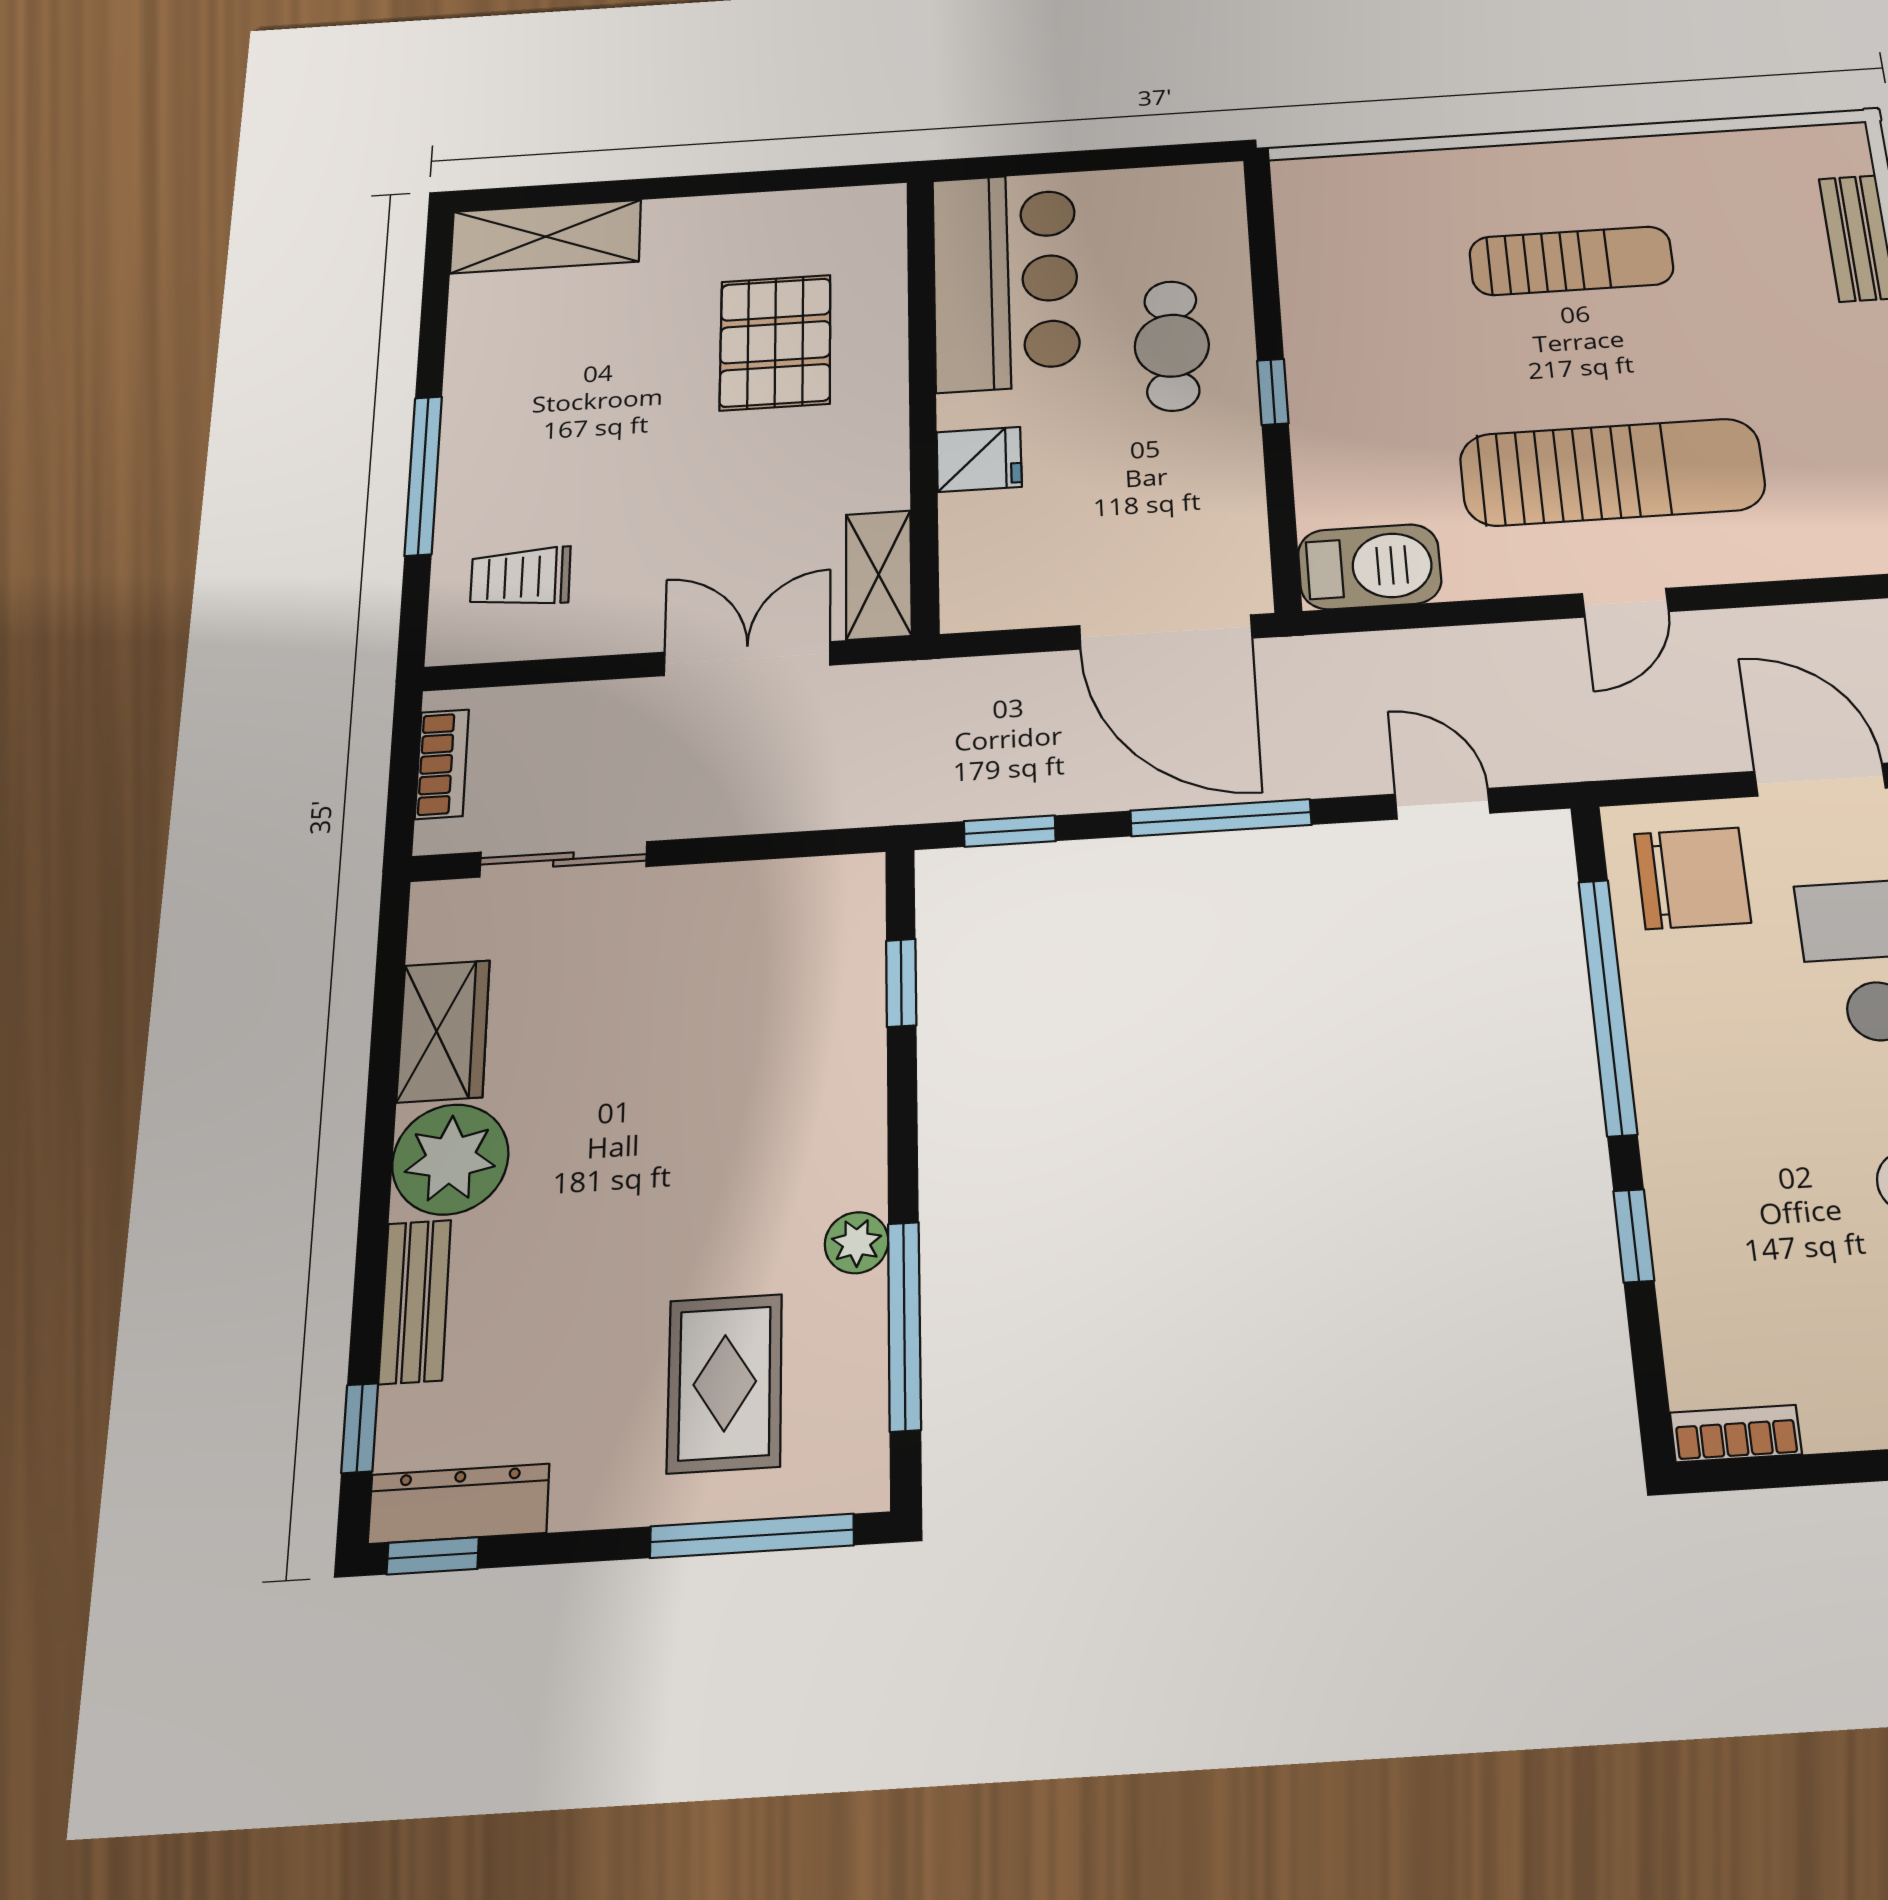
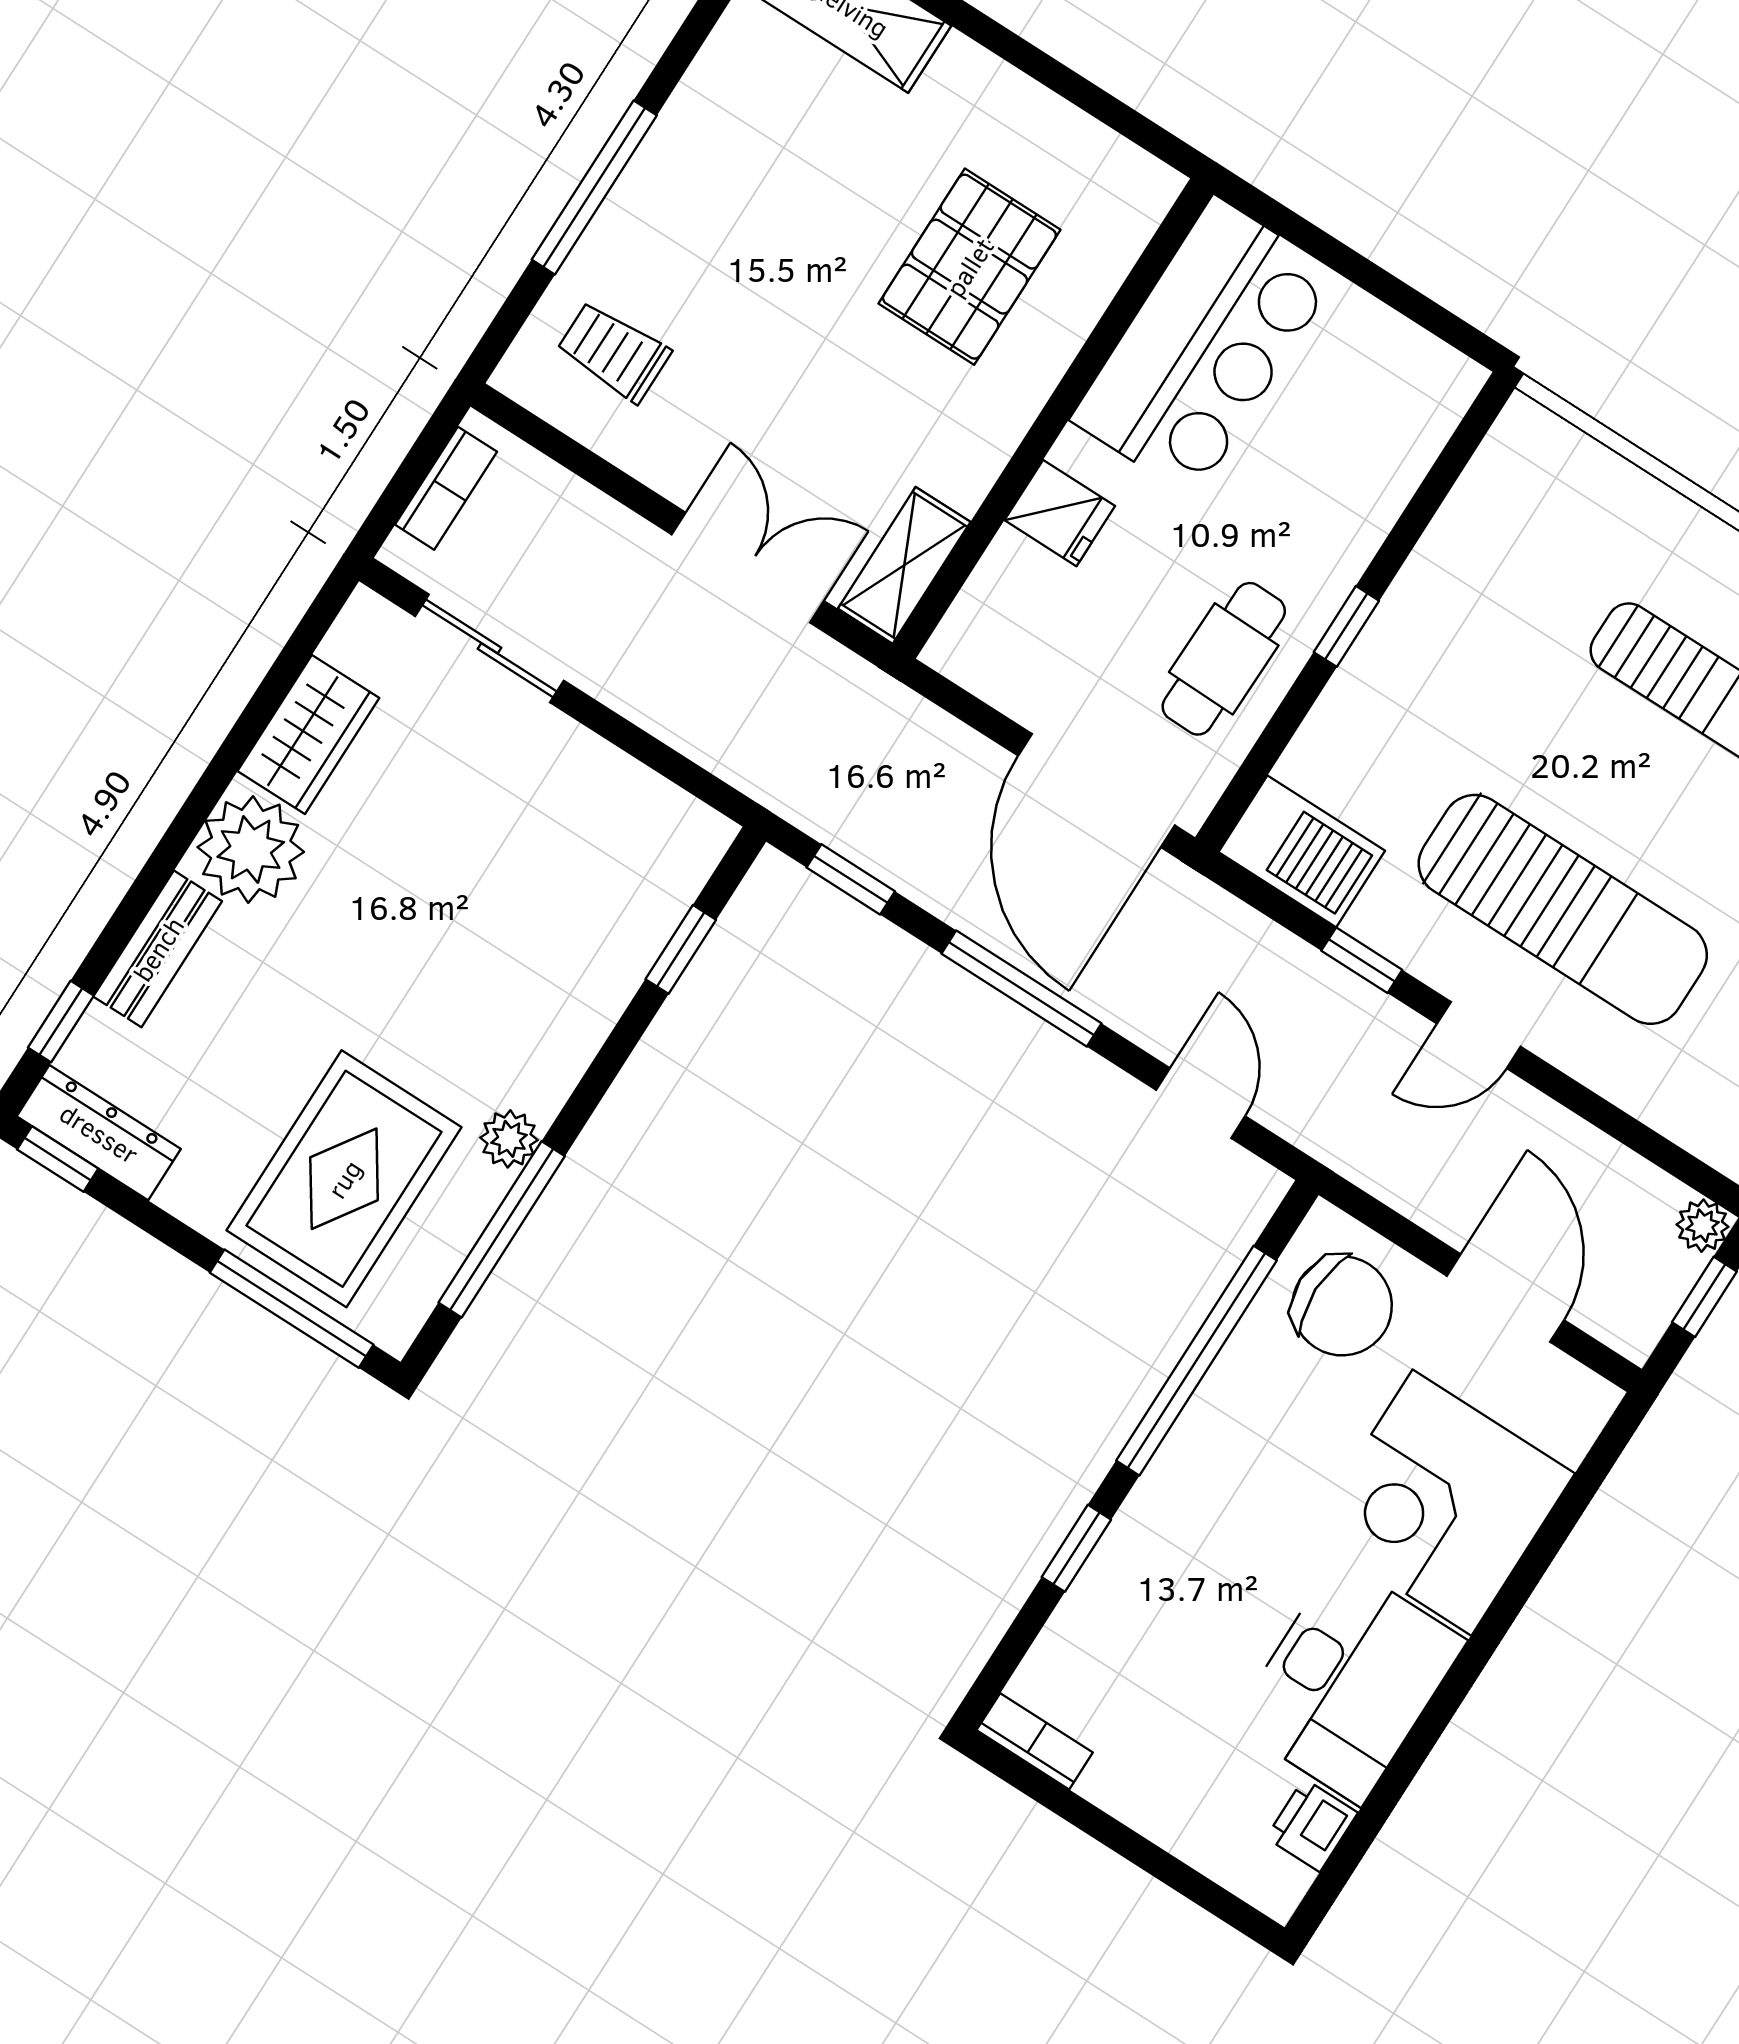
cafe table: (1172, 346) -> (1224, 659), moved
window: (1485, 612) -> (1362, 960), added
rug: (725, 1383) -> (344, 1179), width x1.36, depth x1.43

